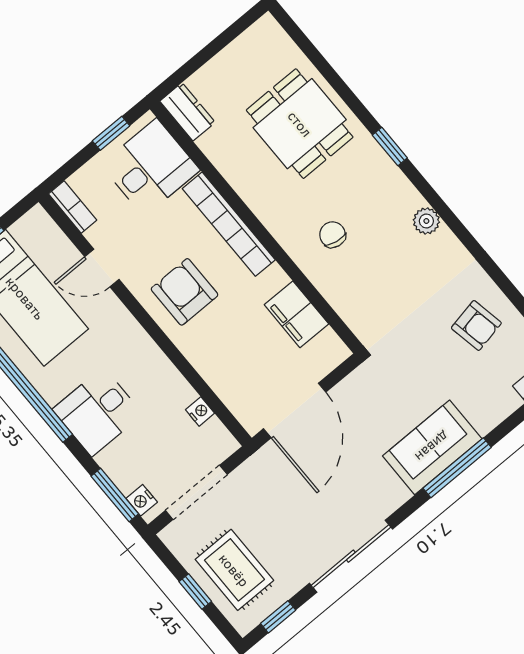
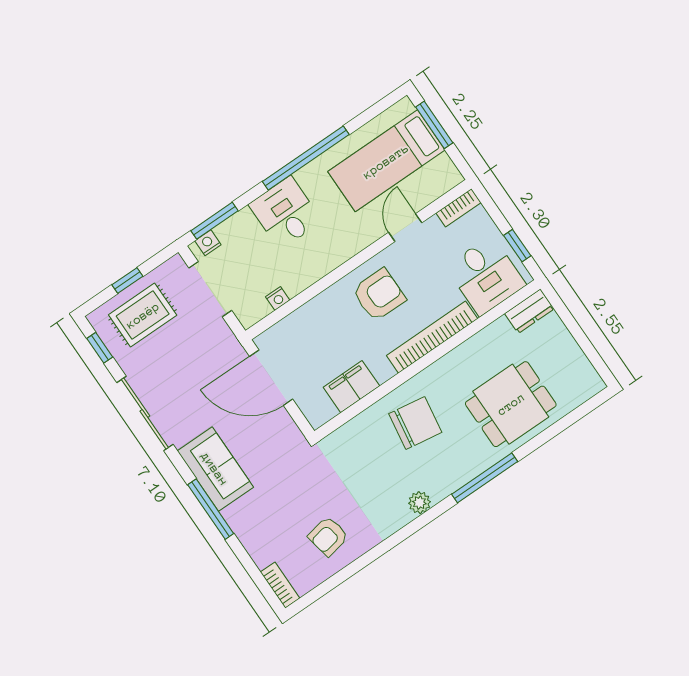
window: (390, 146) -> (485, 478), width x2.17
chair: (332, 235) -> (415, 423), width x1.87, depth x1.87
sofa: (432, 447) -> (215, 469), moved

